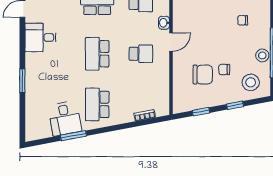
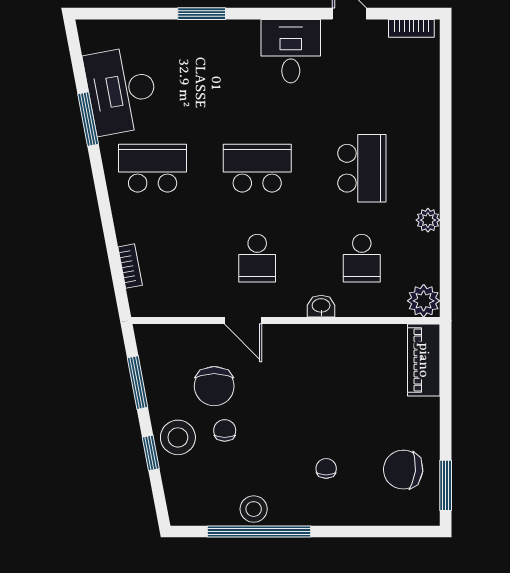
door: (171, 42) -> (243, 321), moved
stool: (251, 82) -> (178, 437), moved
window: (201, 112) -> (138, 383), width x1.50
desk: (65, 118) -> (121, 90), width x1.37

